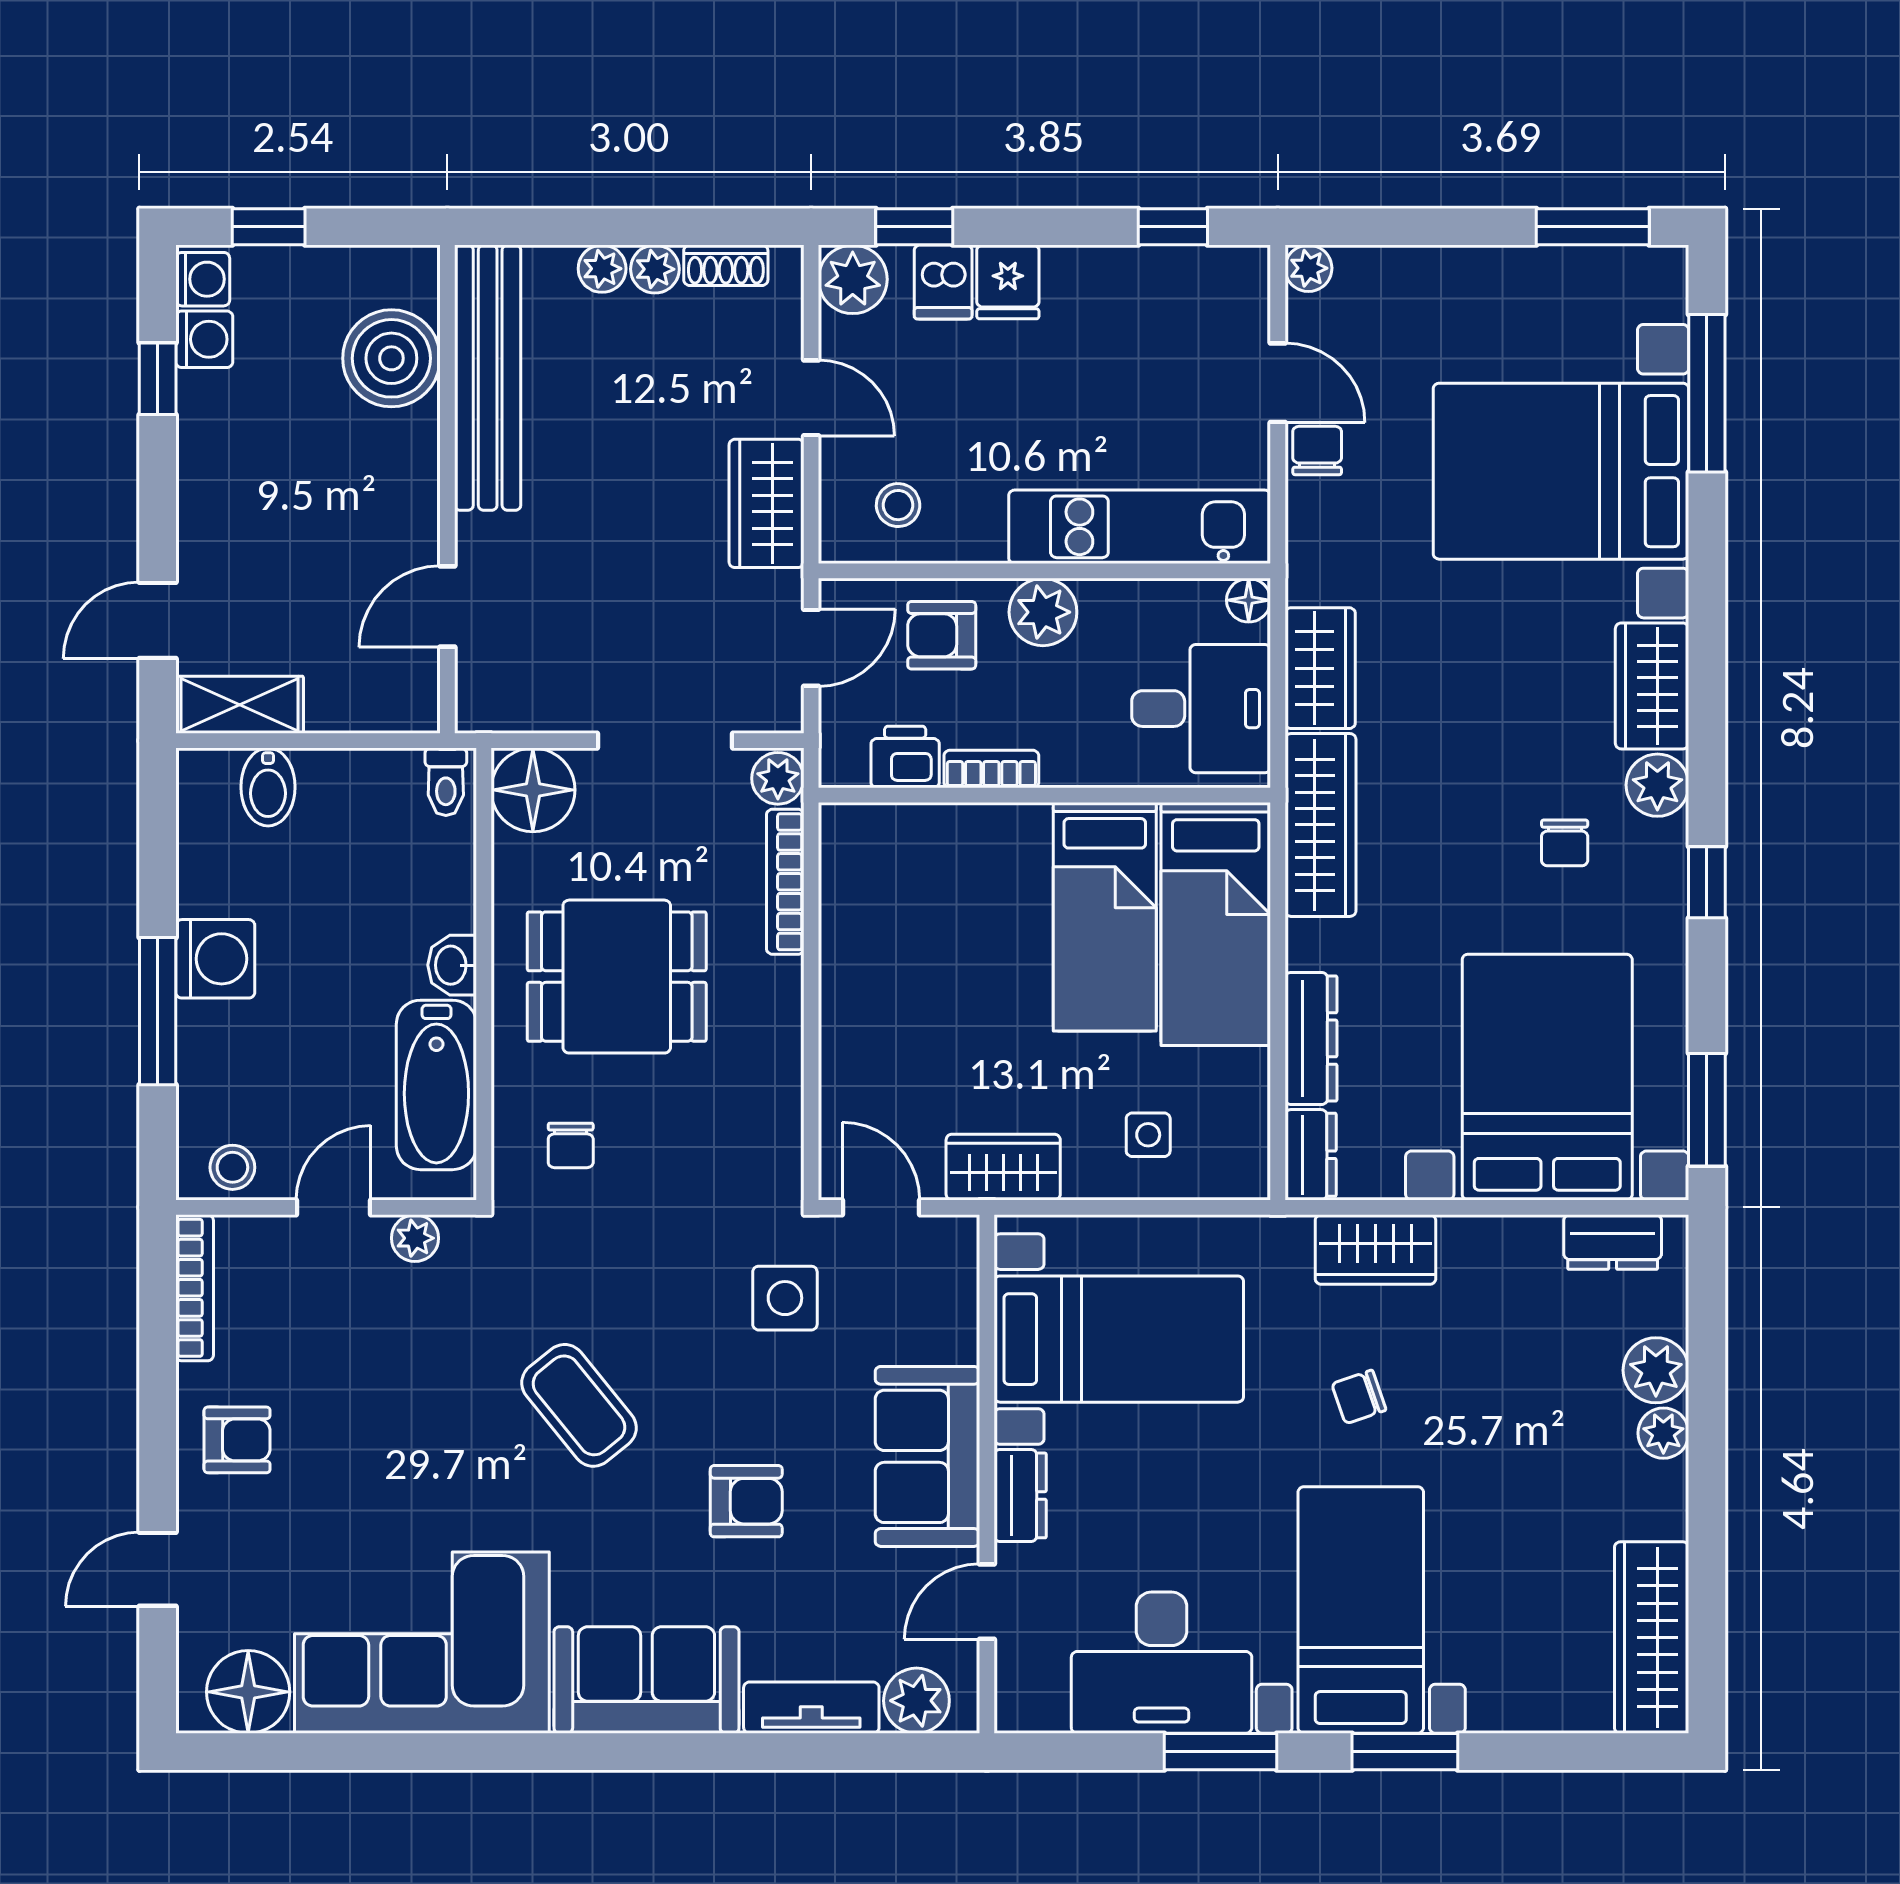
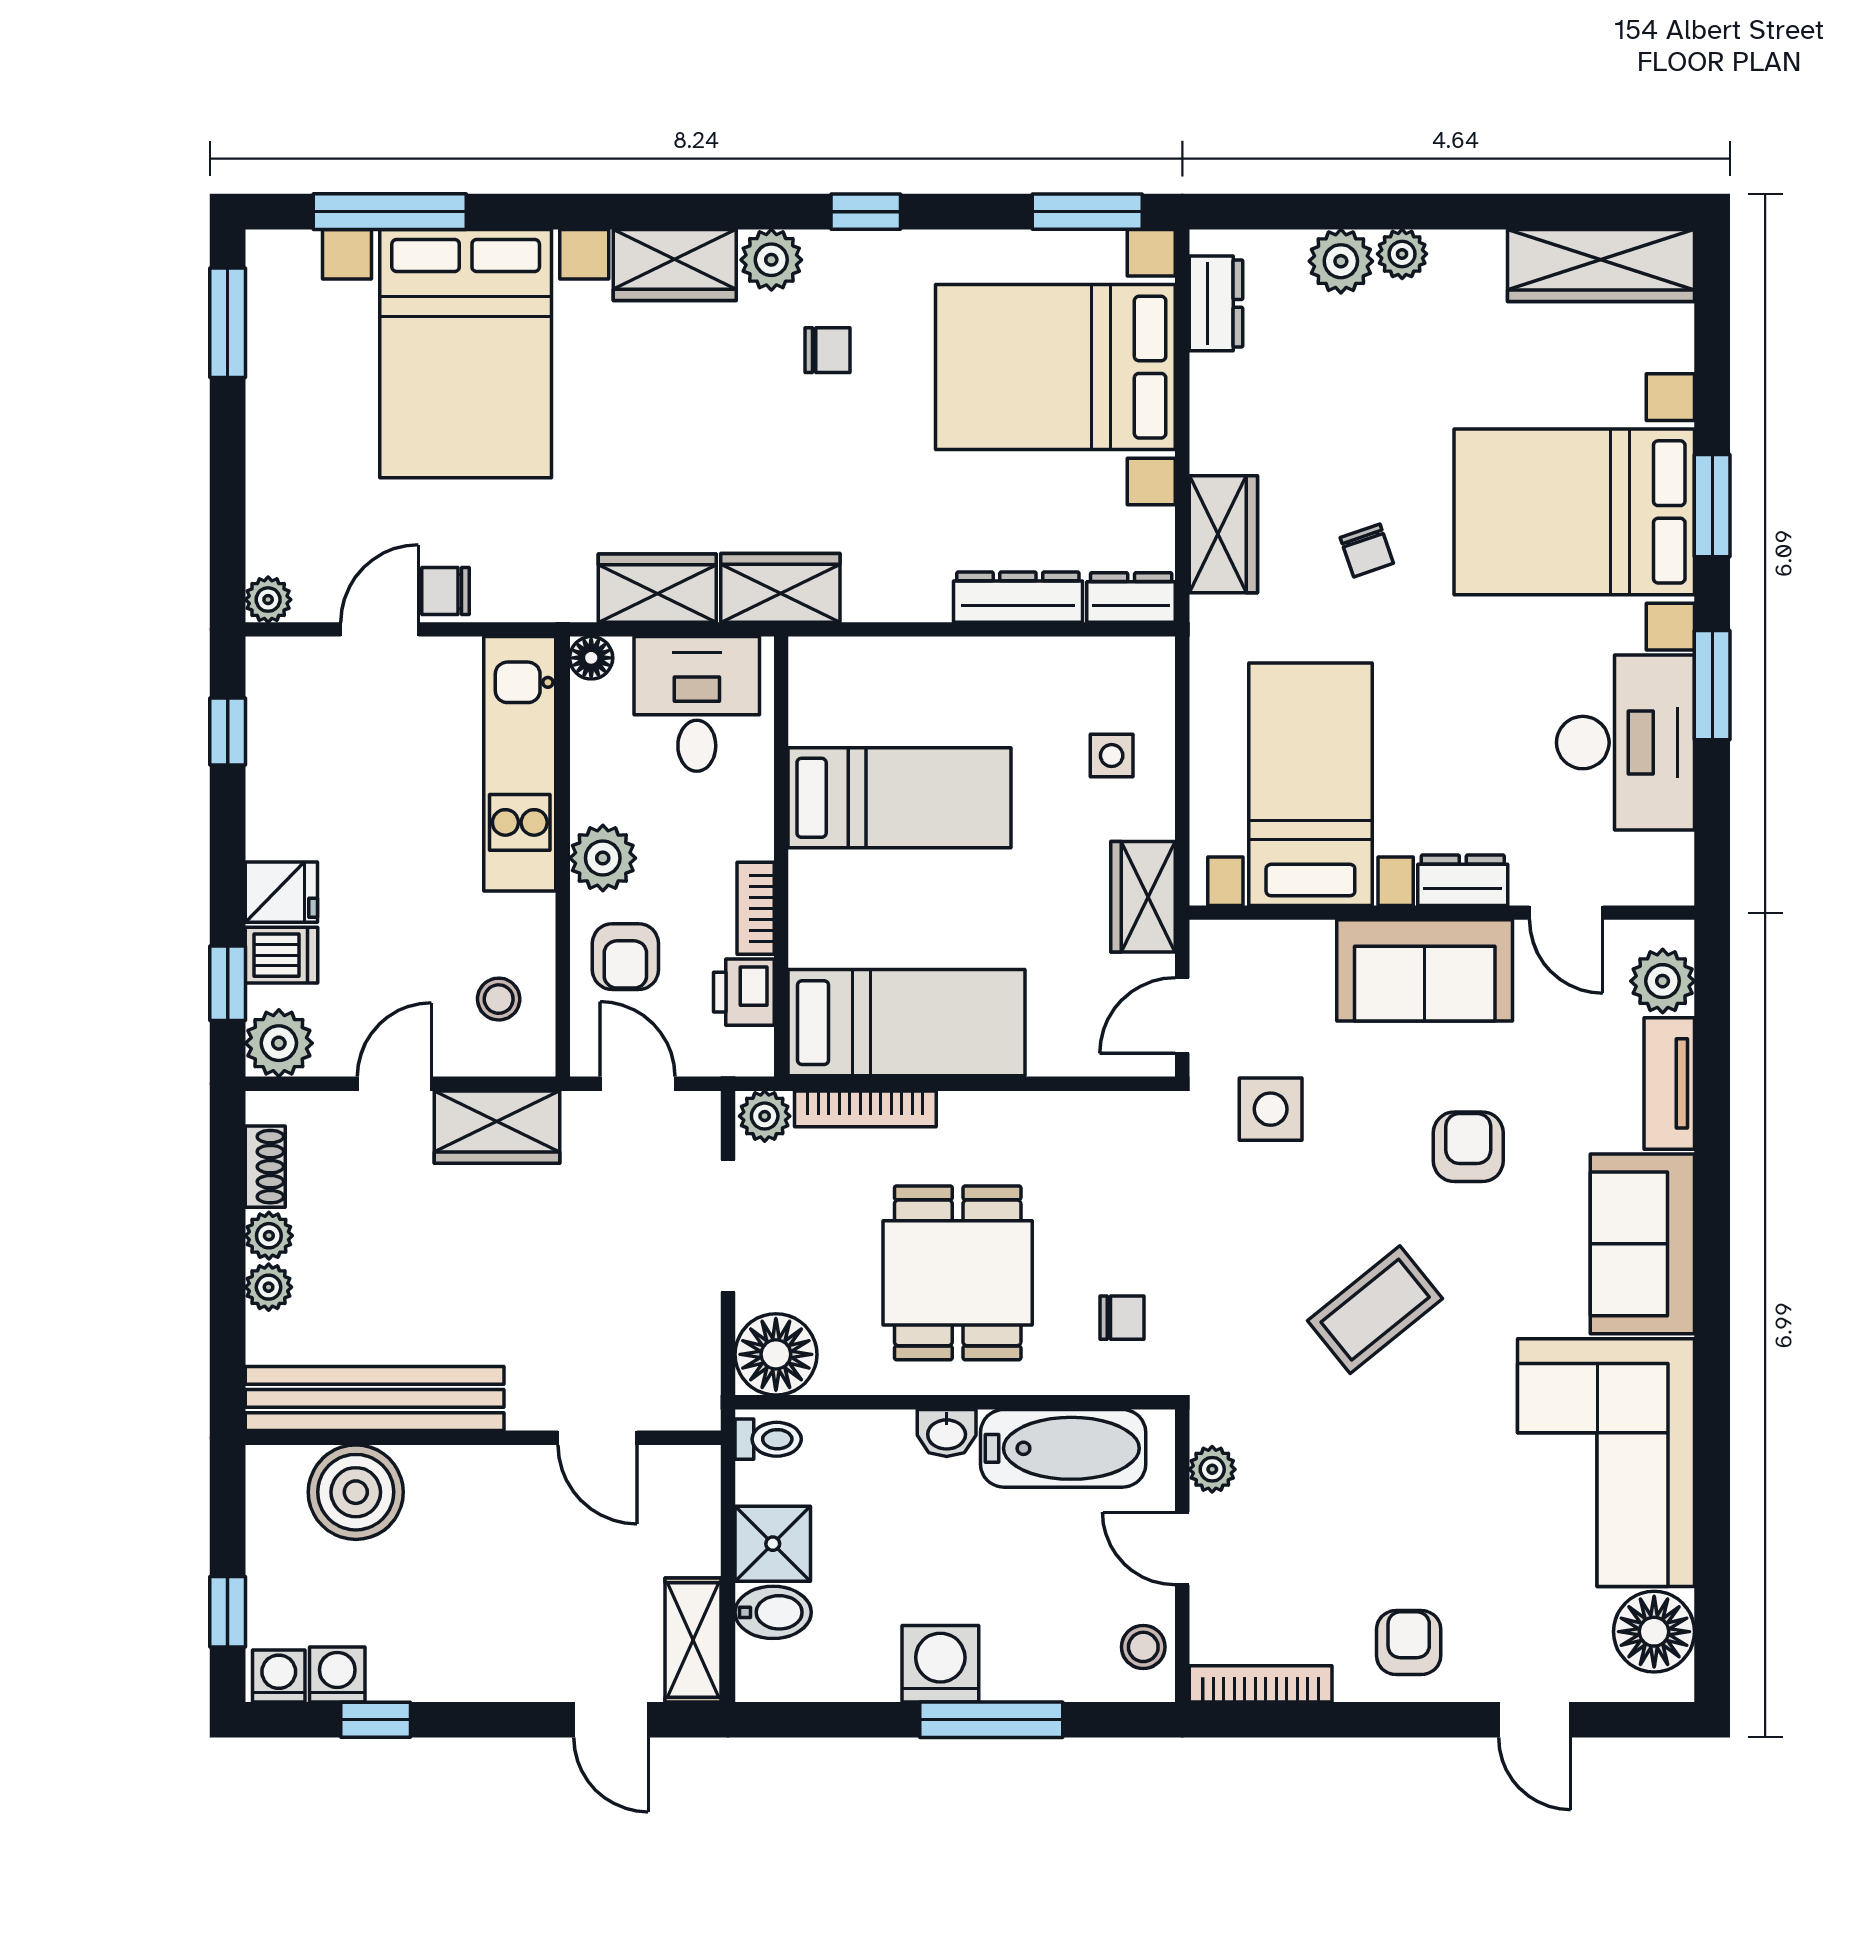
shower: (339, 787) -> (773, 1544), added
wardrobe: (1320, 825) -> (780, 588), width x0.67
bed: (1216, 924) -> (906, 1023), moved
bed with nightstands: (1361, 1610) -> (1574, 512), width x1.36

